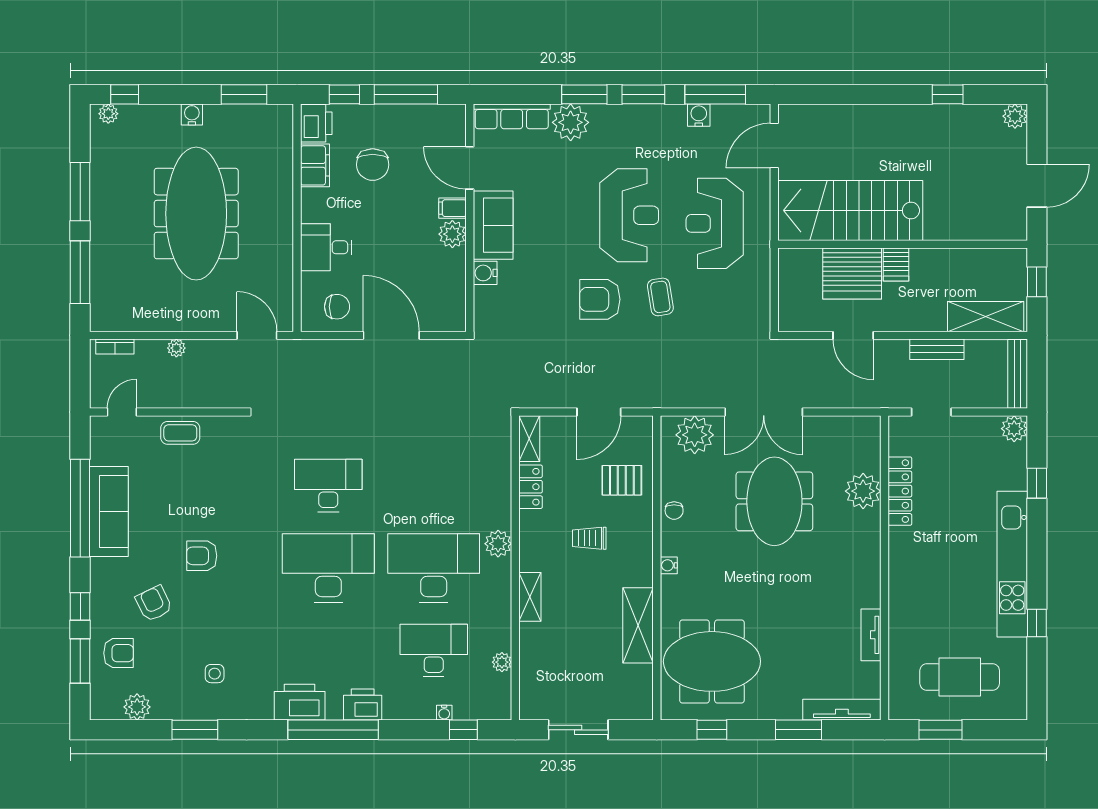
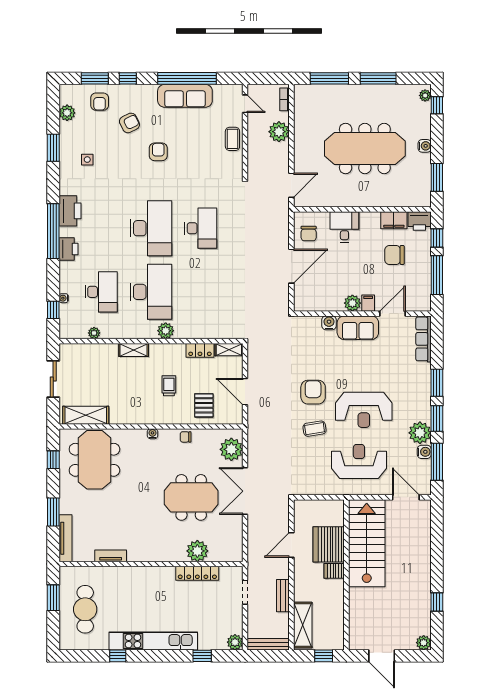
plant: (571, 122) -> (420, 433), moved
plant: (176, 348) -> (279, 132), width x1.88, depth x1.88
shelving: (638, 625) -> (86, 415), moved

